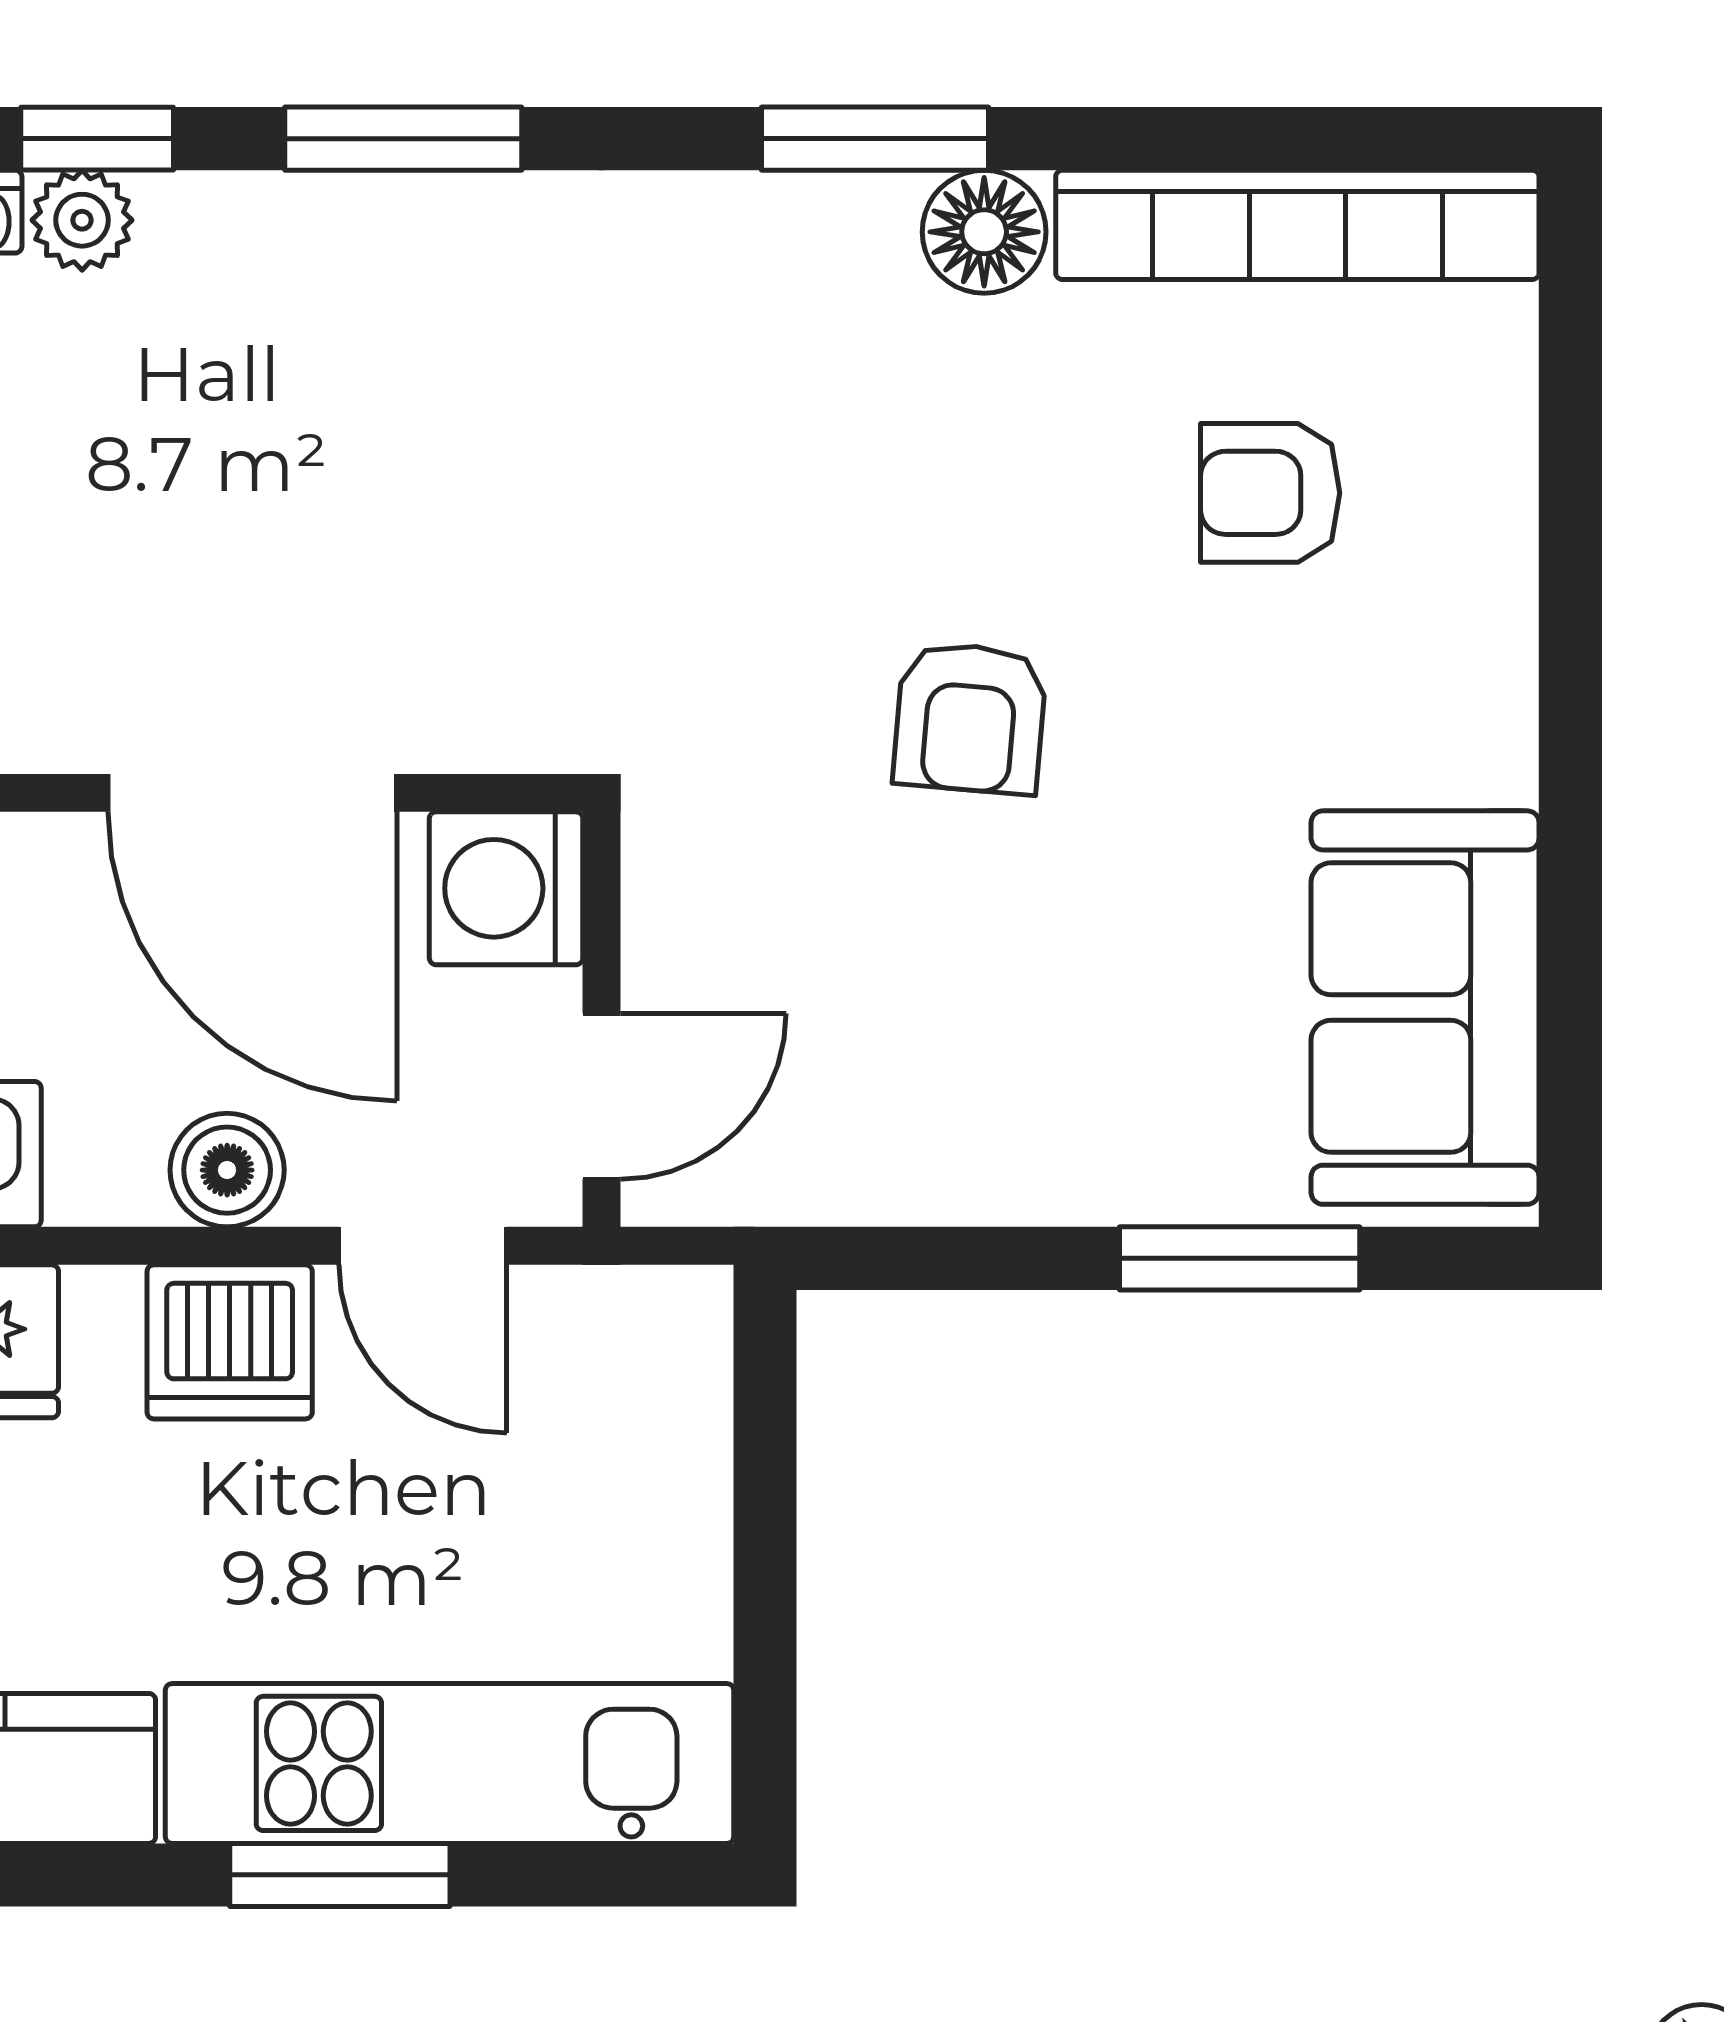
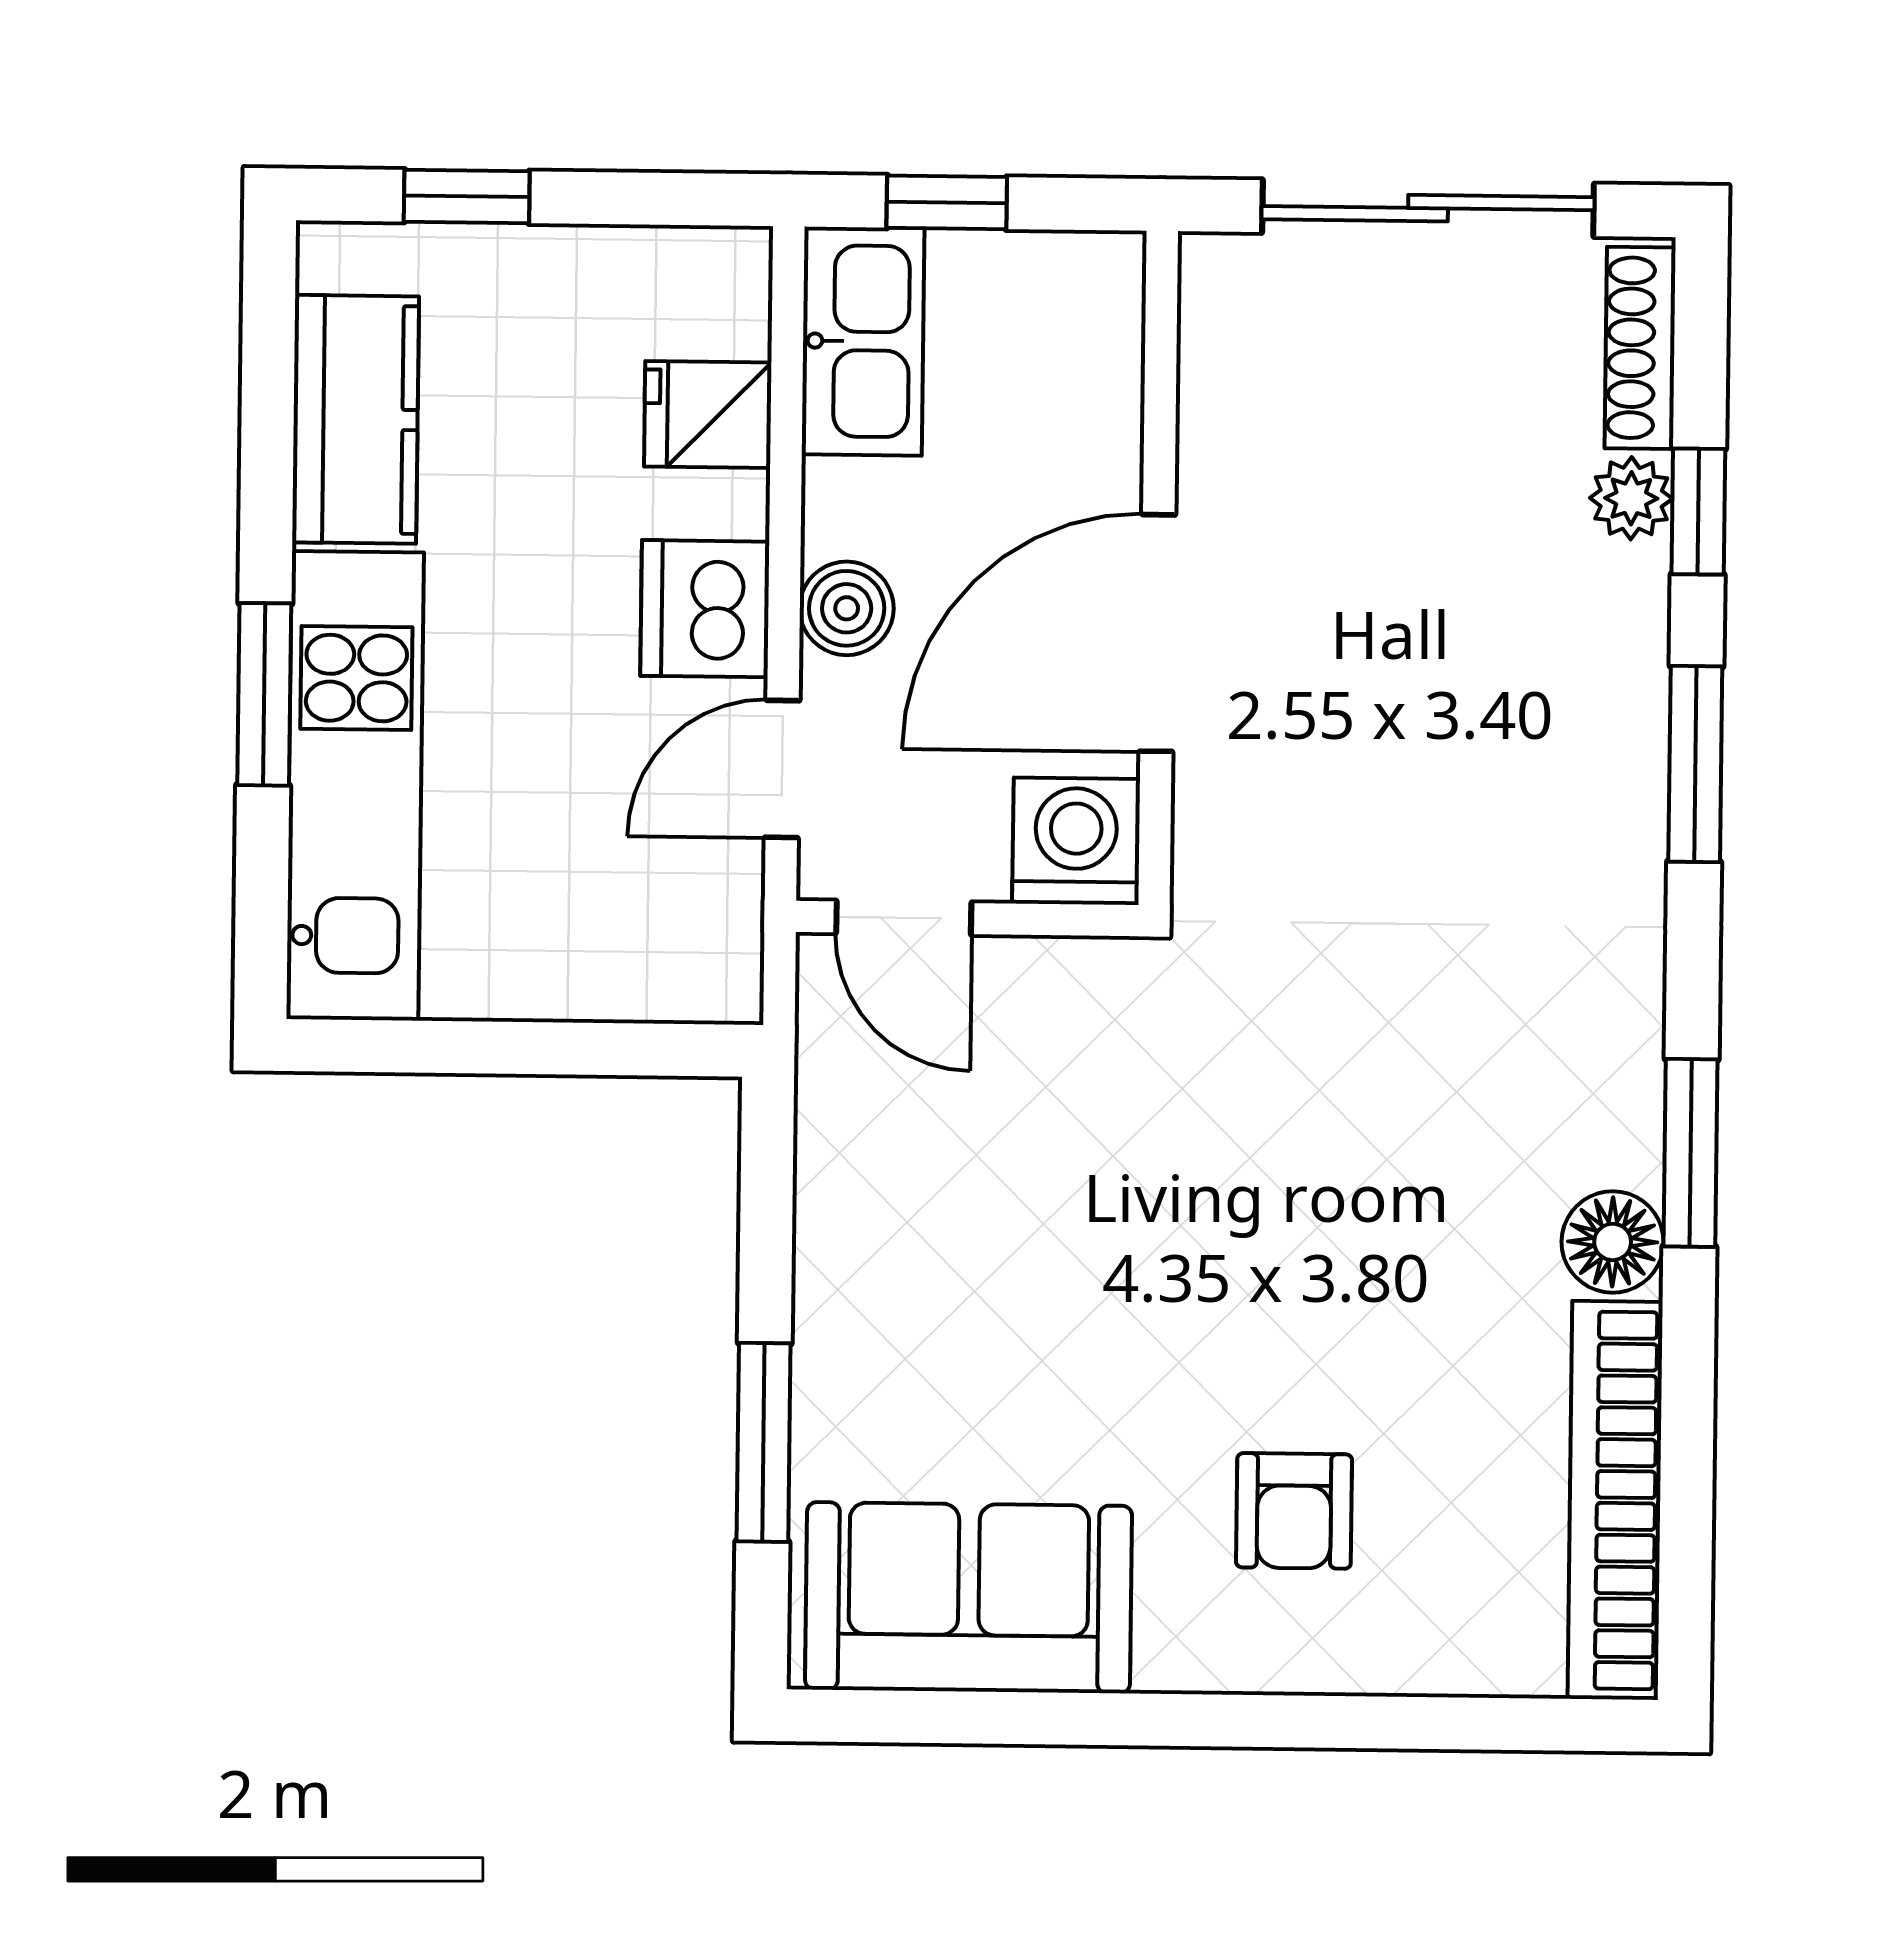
armchair: (1270, 493) -> (1294, 1511), moved, turned 180
armchair: (970, 718) -> (1212, 1225), removed

